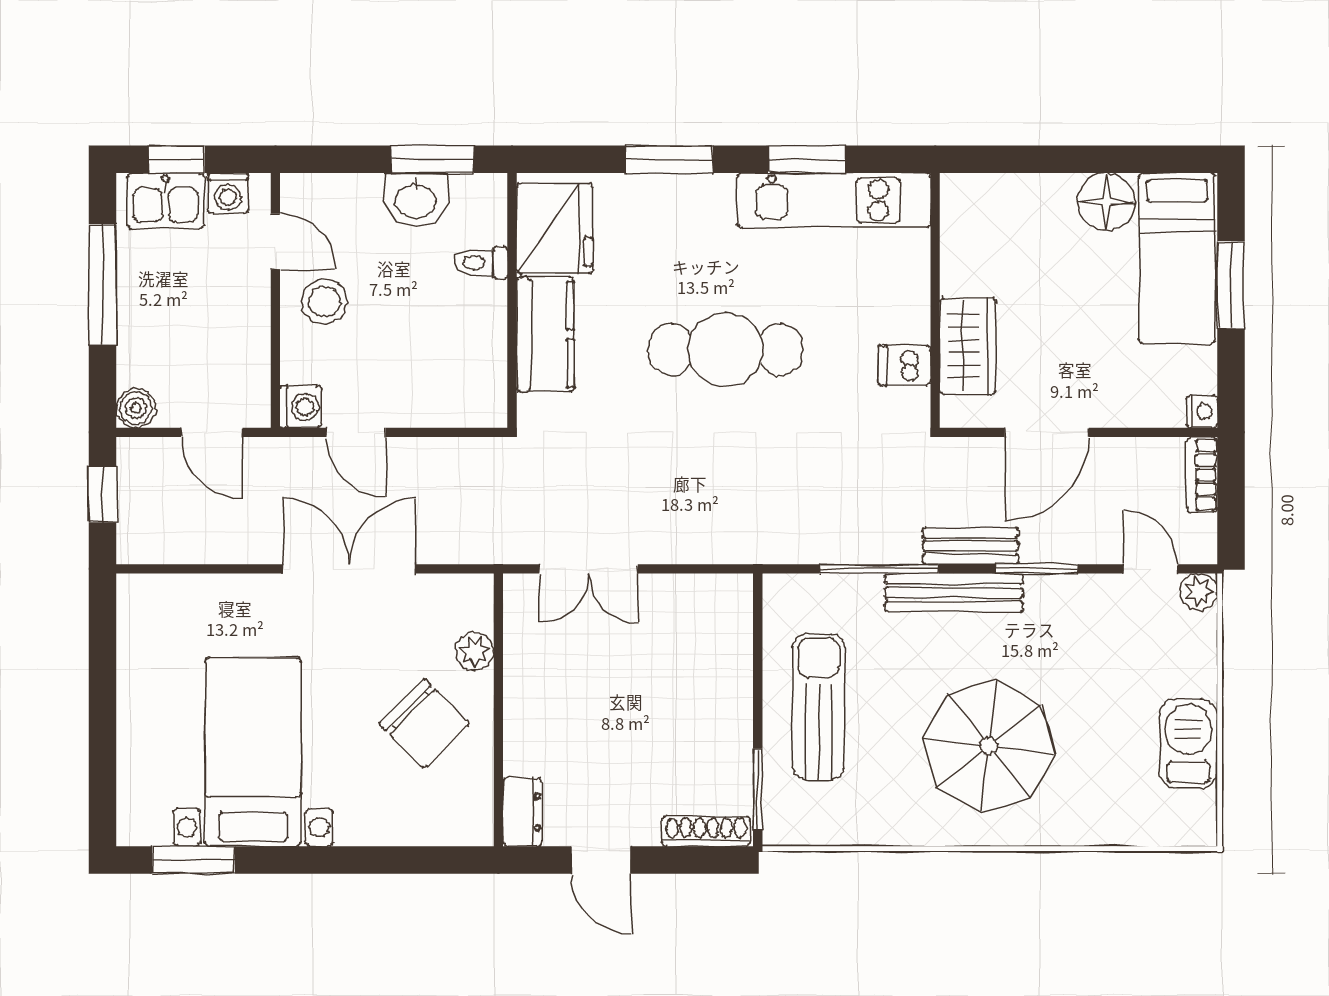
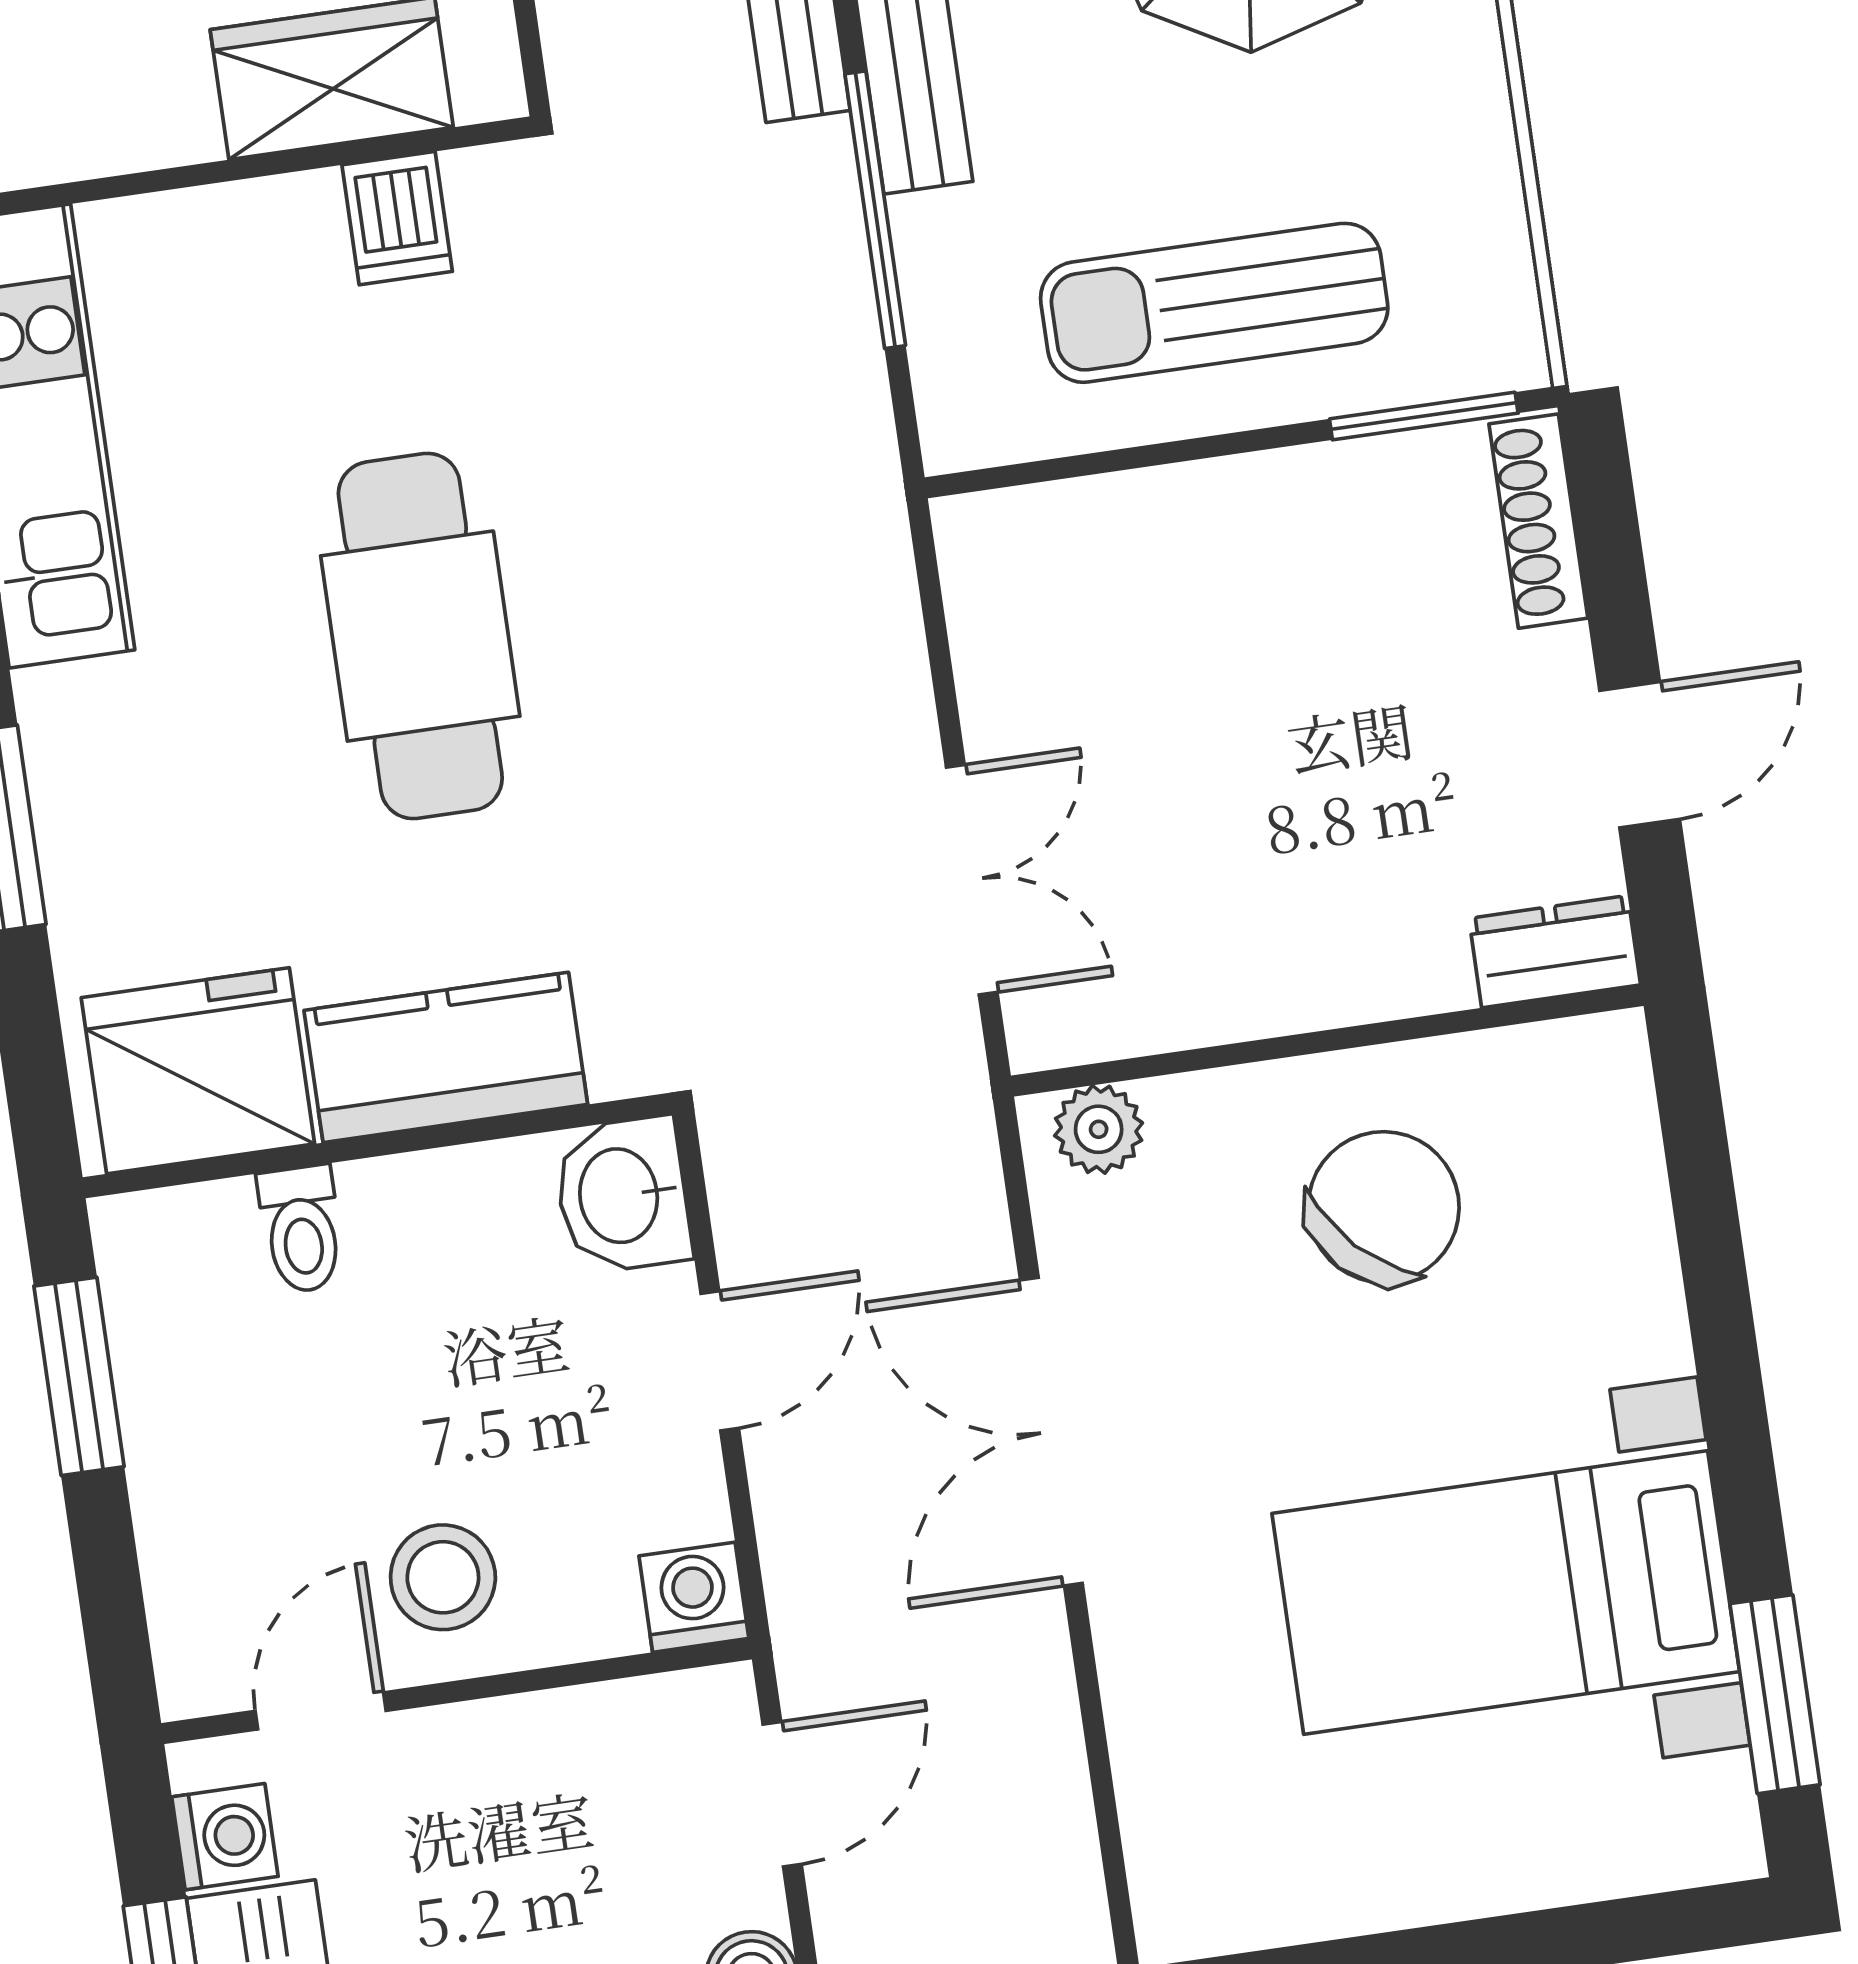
washbasin: (416, 200) -> (622, 1195), moved, turned 180
door: (356, 432) -> (720, 1361), moved
plant: (475, 651) -> (1099, 1129), moved

